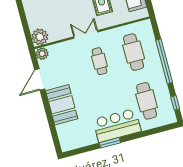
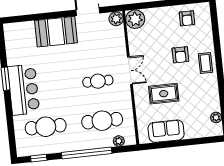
plant: (149, 35) -> (119, 141), added

